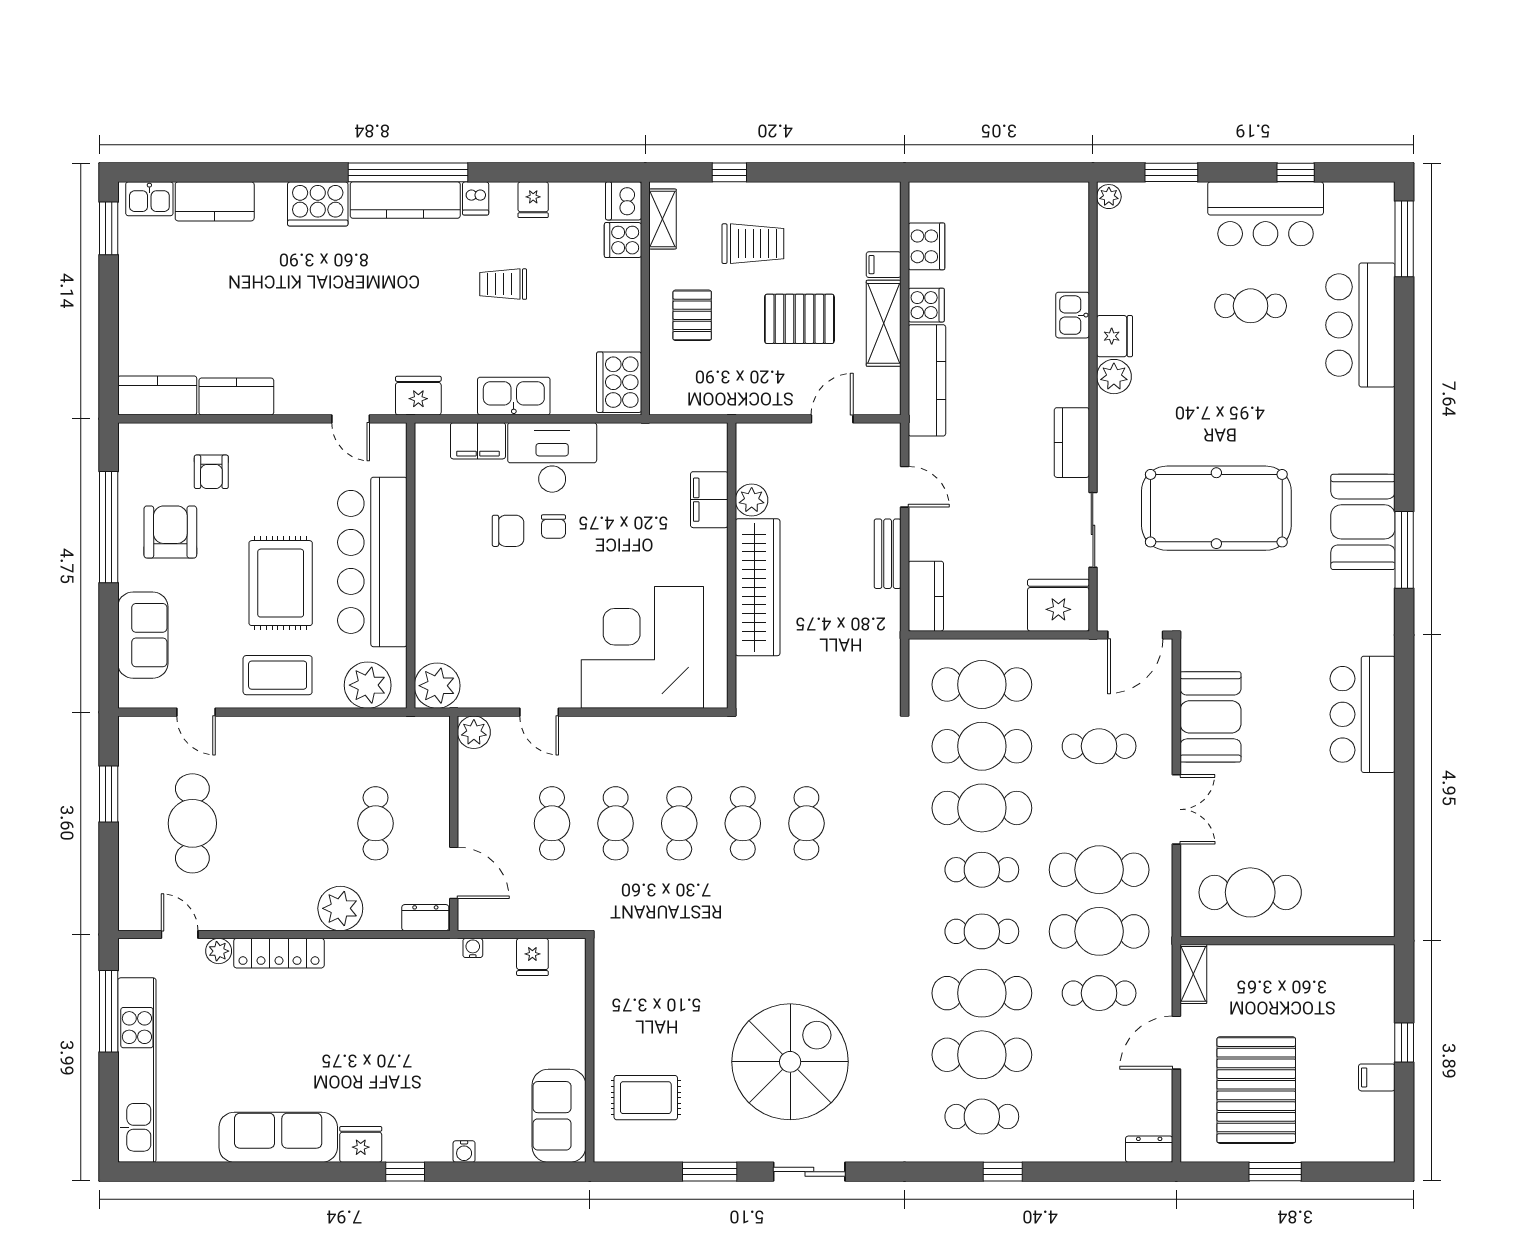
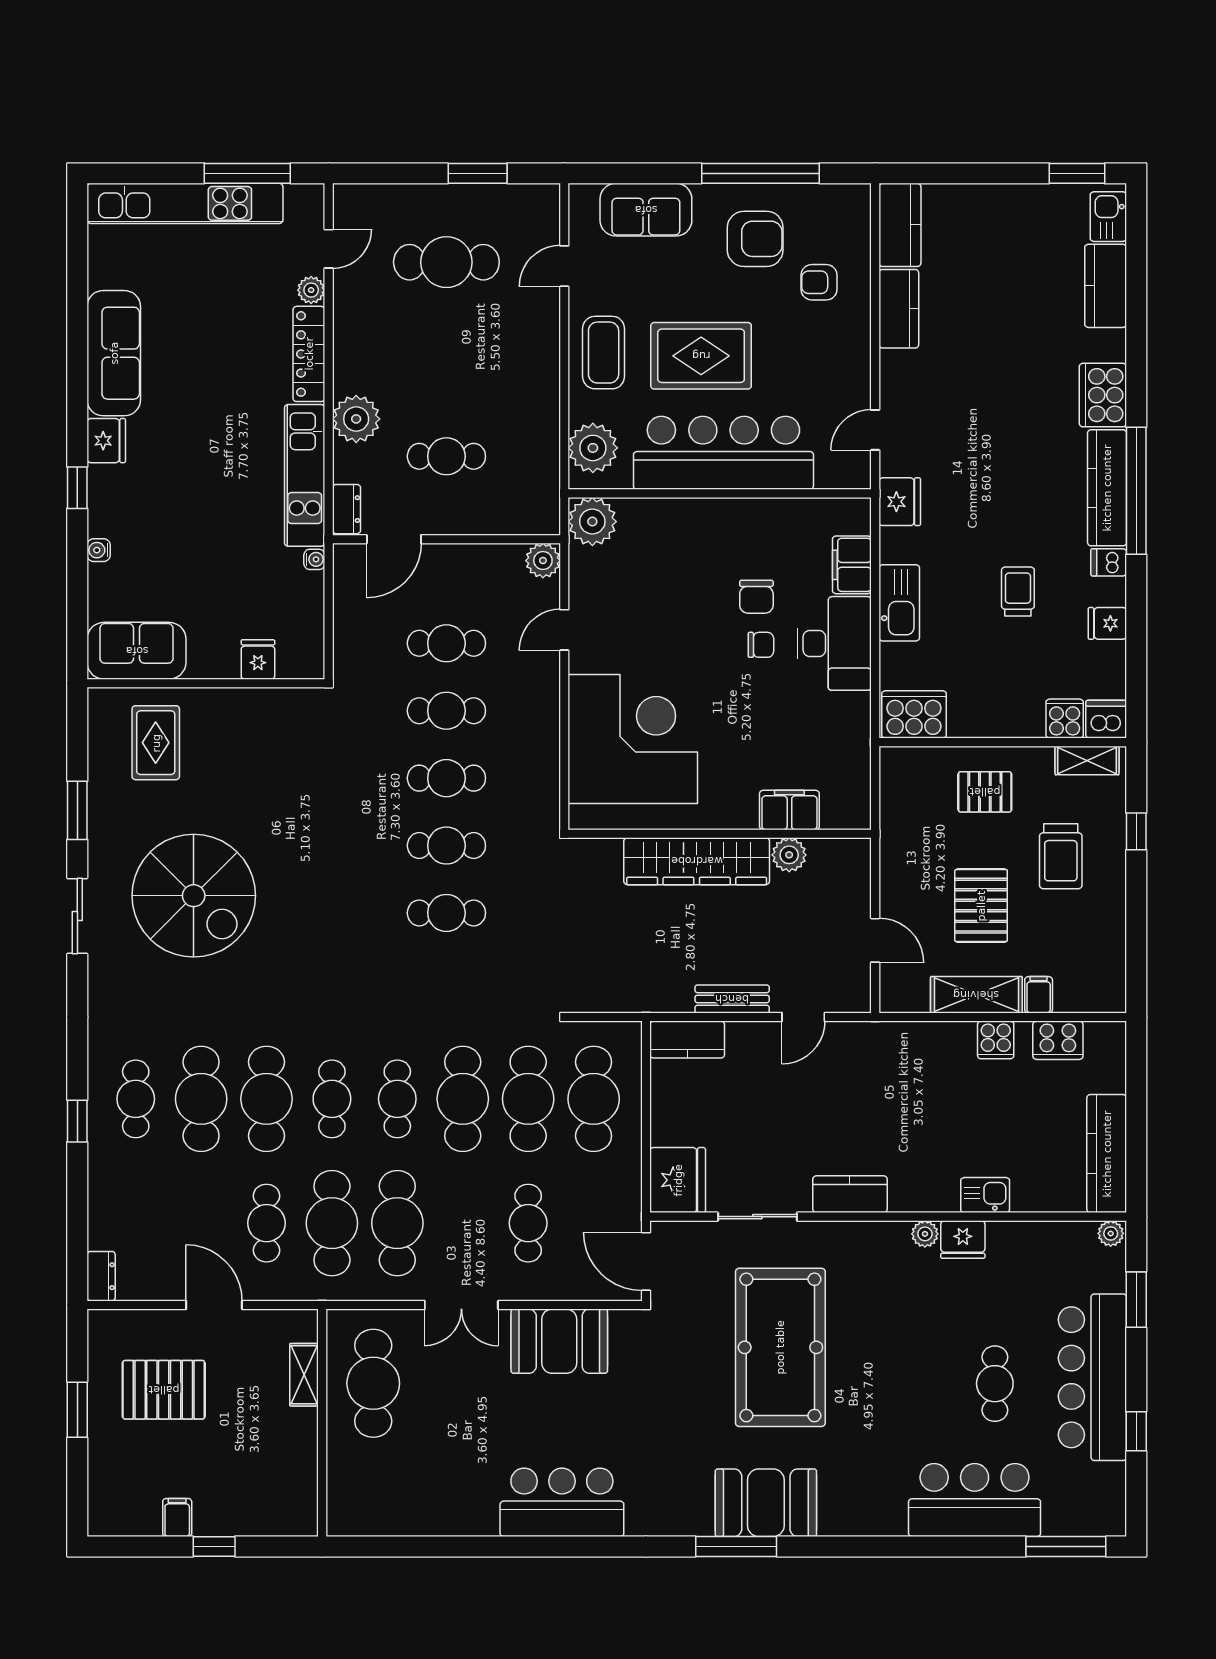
bar counter: (1266, 214) -> (1092, 1377), width x1.36
plant: (1114, 377) -> (925, 1234), width x0.73, depth x0.73
kitchen counter: (927, 380) -> (1107, 1154), moved, turned 90
chair: (553, 527) -> (761, 645), turned 180
kitchen unit: (394, 957) -> (305, 475), added
fridge: (532, 957) -> (258, 659), moved, turned 90
shelving: (1193, 974) -> (304, 1375), moved, turned 90
pallet: (1256, 1090) -> (164, 1390), width x0.73, depth x0.71

